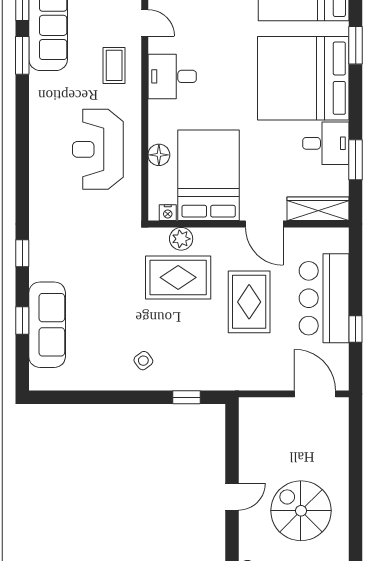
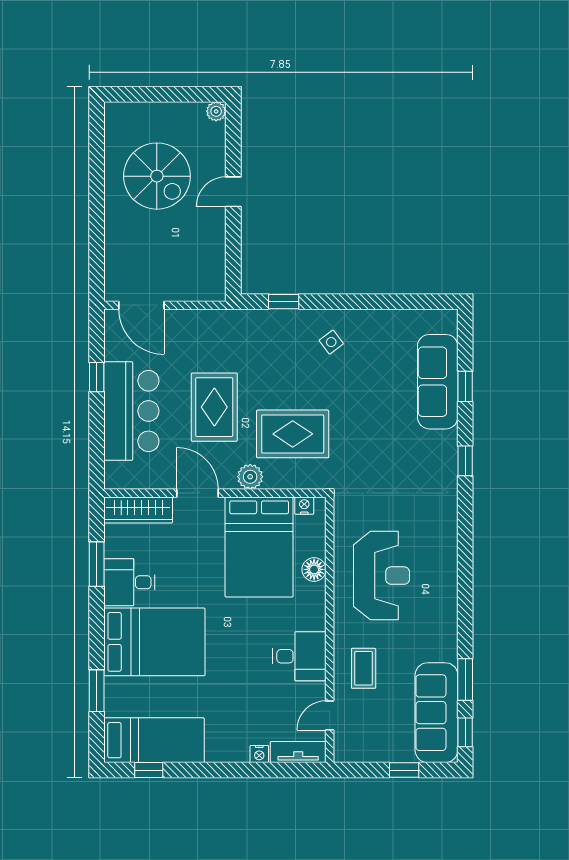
door: (145, 23) -> (330, 715), hinge flipped
bed: (303, 78) -> (154, 642), width x0.73
plant: (181, 239) -> (250, 477), moved

